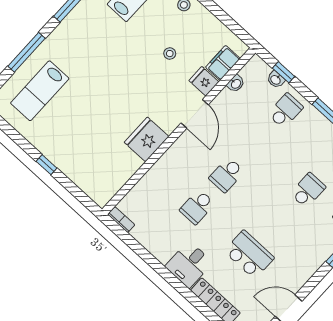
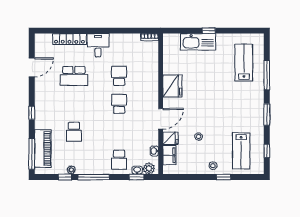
plant: (260, 69) -> (149, 168), added
door: (195, 114) -> (161, 119), swing flipped
kitchen sink: (71, 163) -> (198, 42), added

